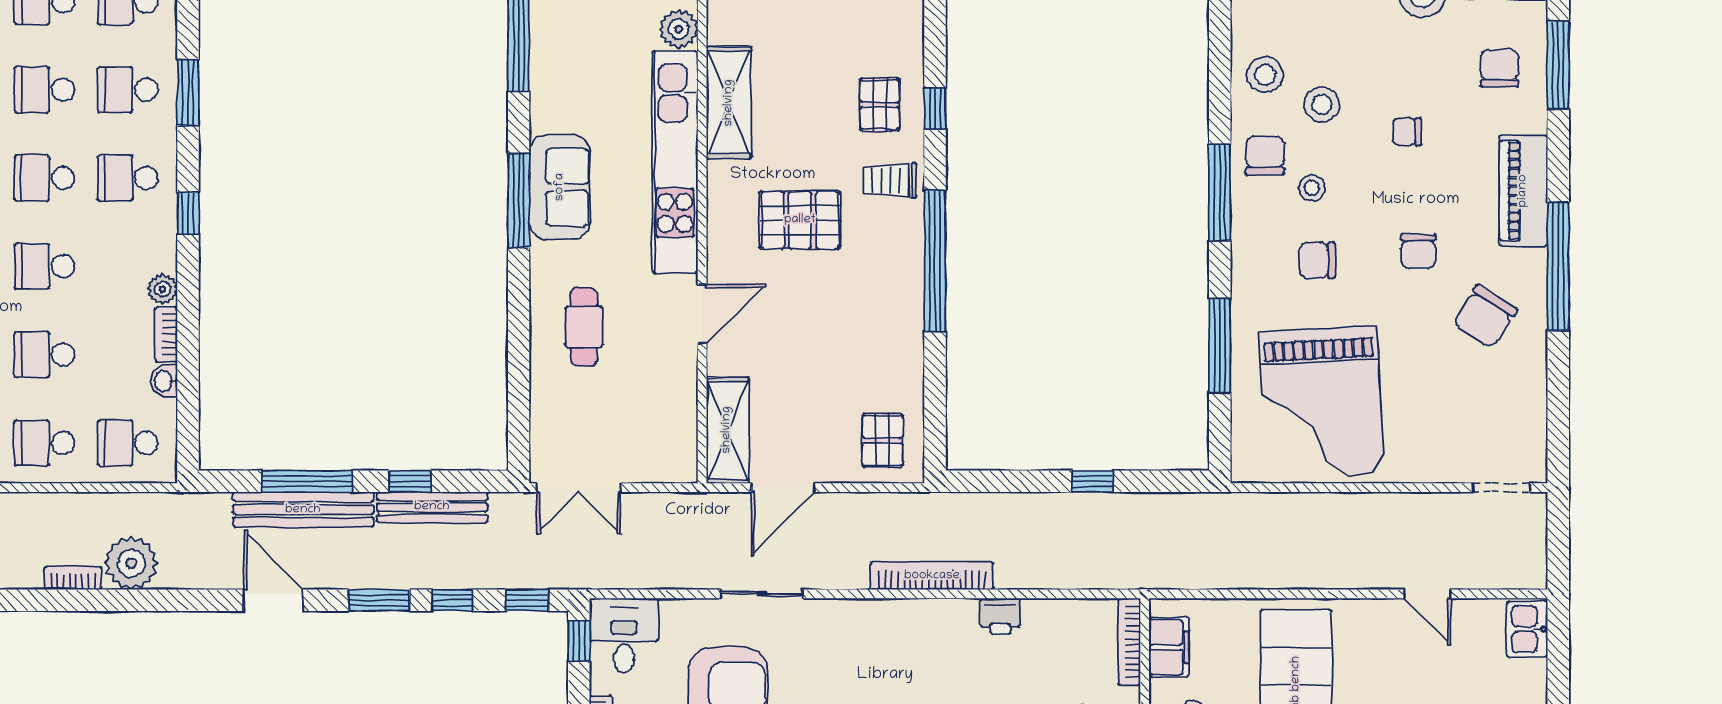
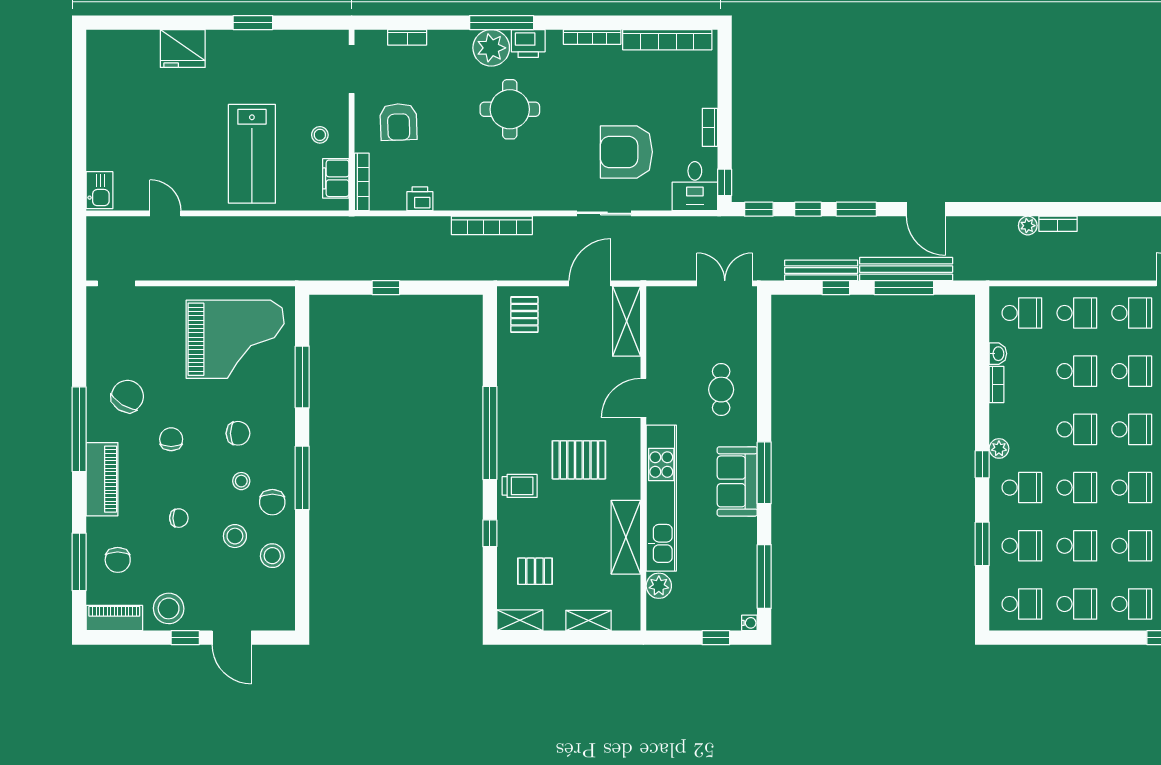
pallet: (880, 105) -> (535, 571), moved, turned 90
plant: (162, 289) -> (999, 448), moved
grand piano: (1321, 403) -> (235, 339), turned 93
plant: (131, 563) -> (1028, 226), width x0.53, depth x0.53
printer: (1000, 616) -> (420, 199), moved

